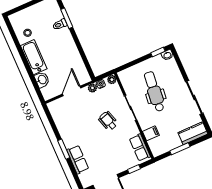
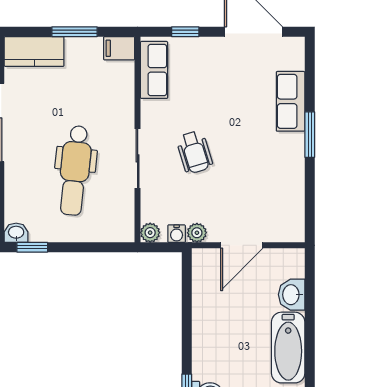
filing cabinet: (151, 133) -> (119, 48), moved

